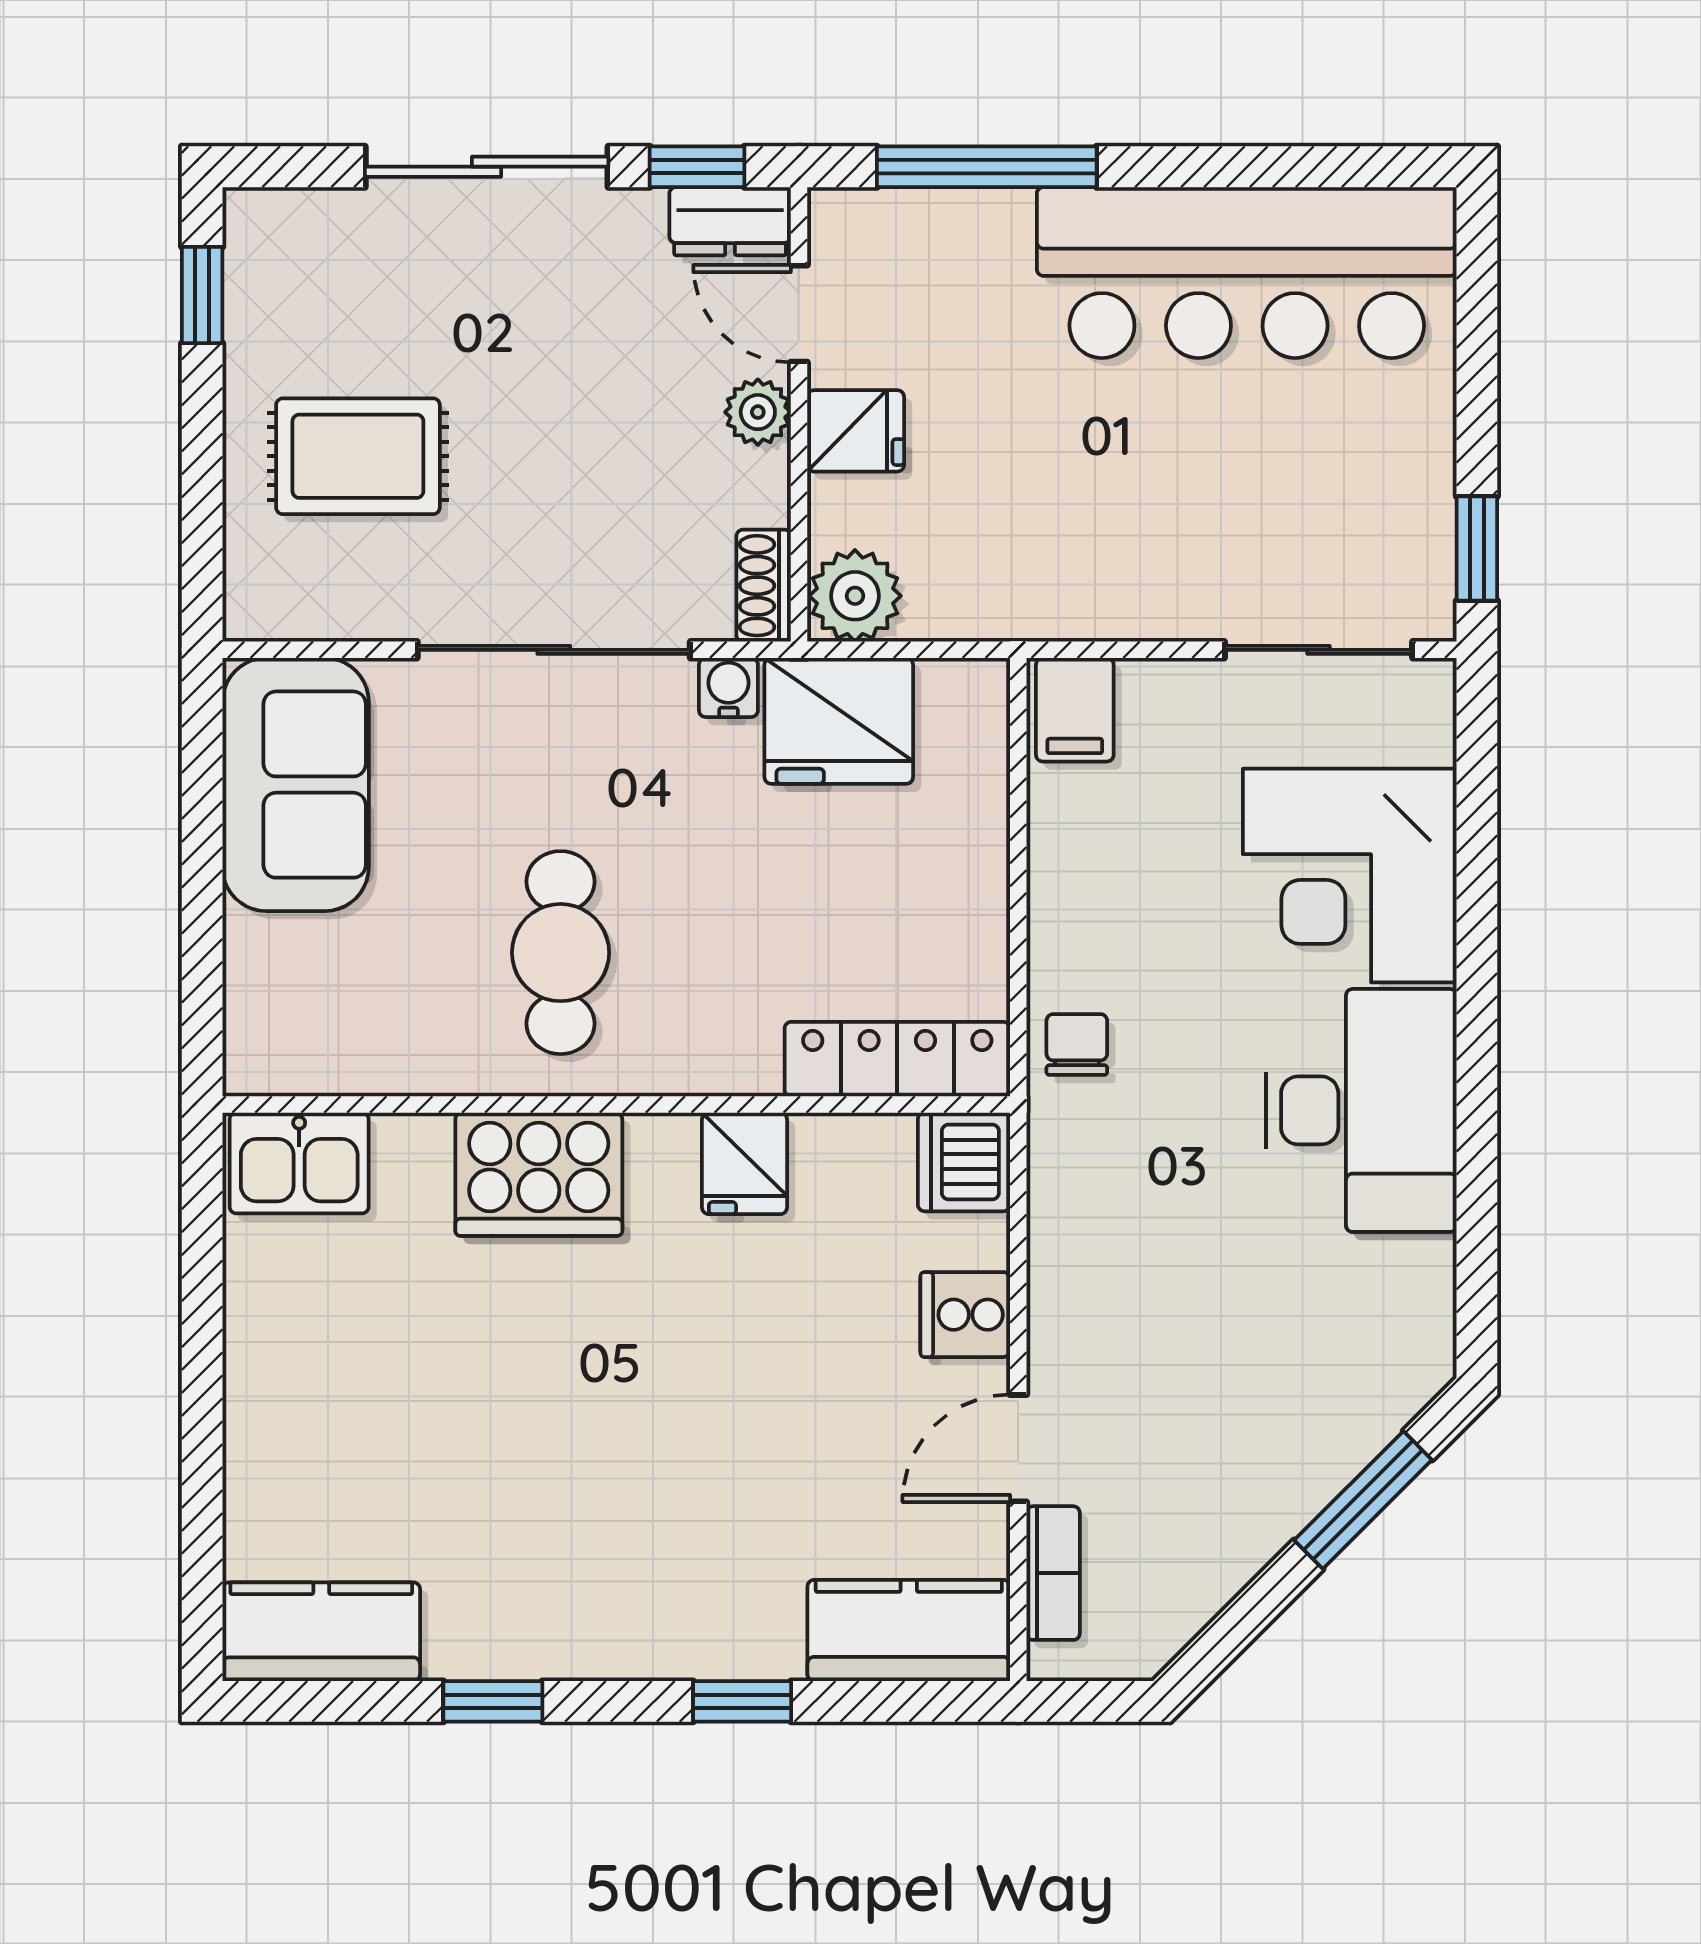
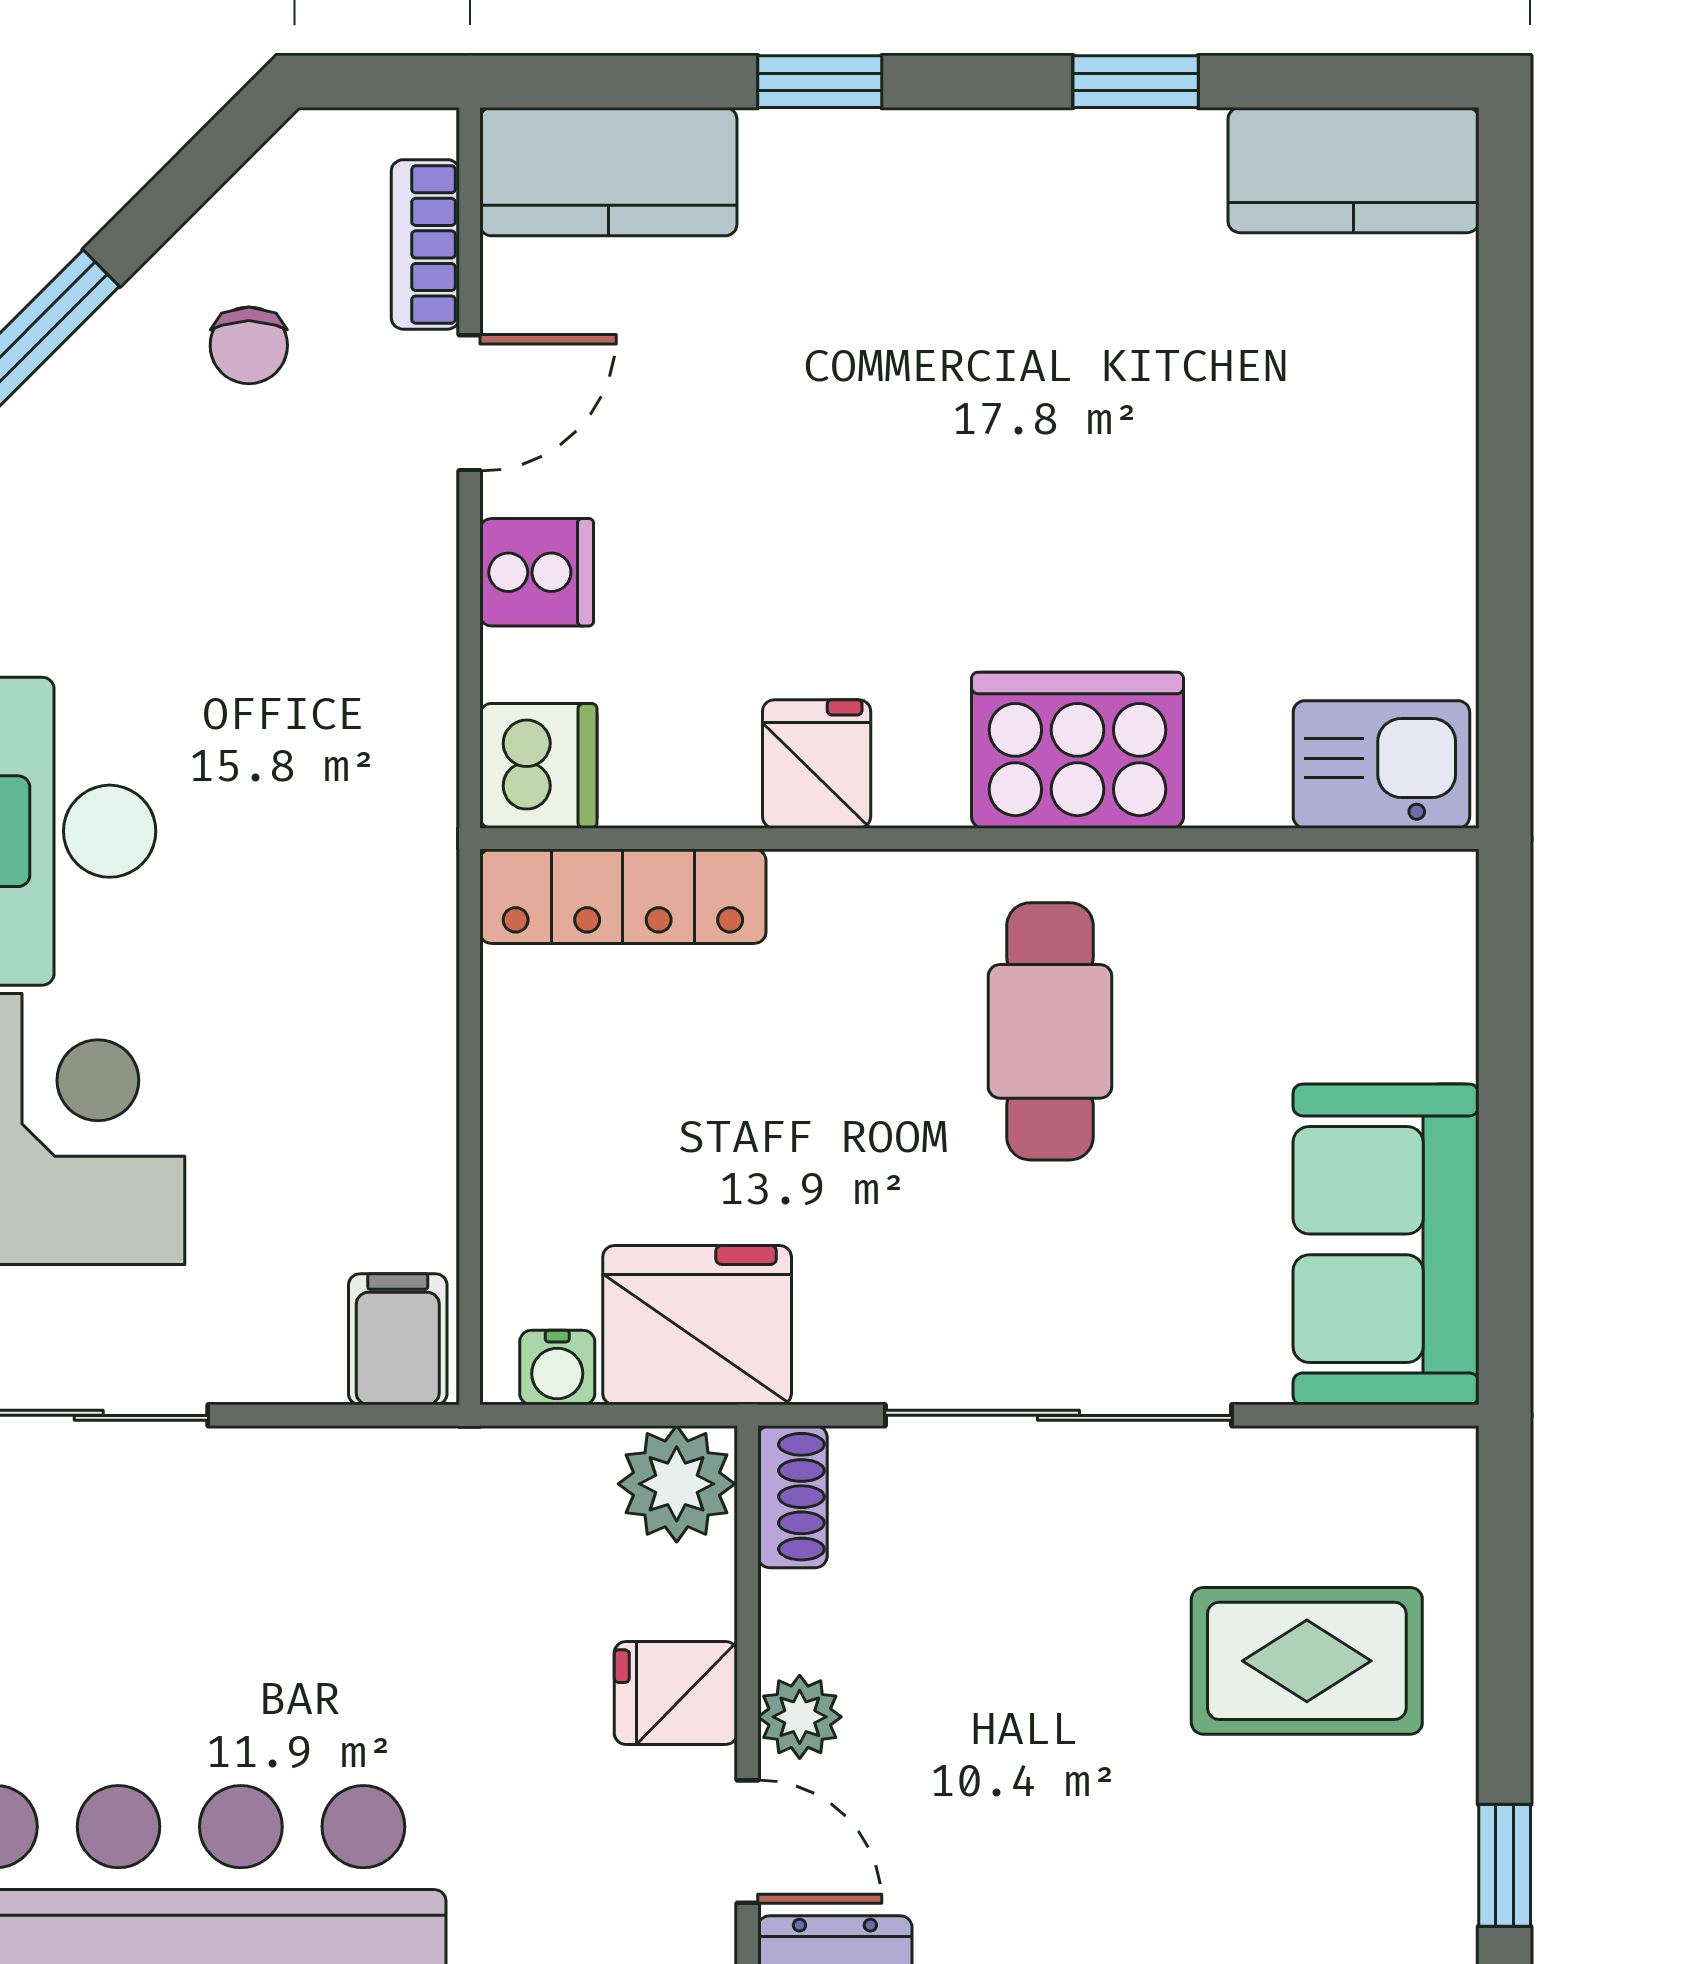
water cooler: (728, 687) -> (557, 1368), moved
chair: (1077, 1045) -> (249, 345), moved

